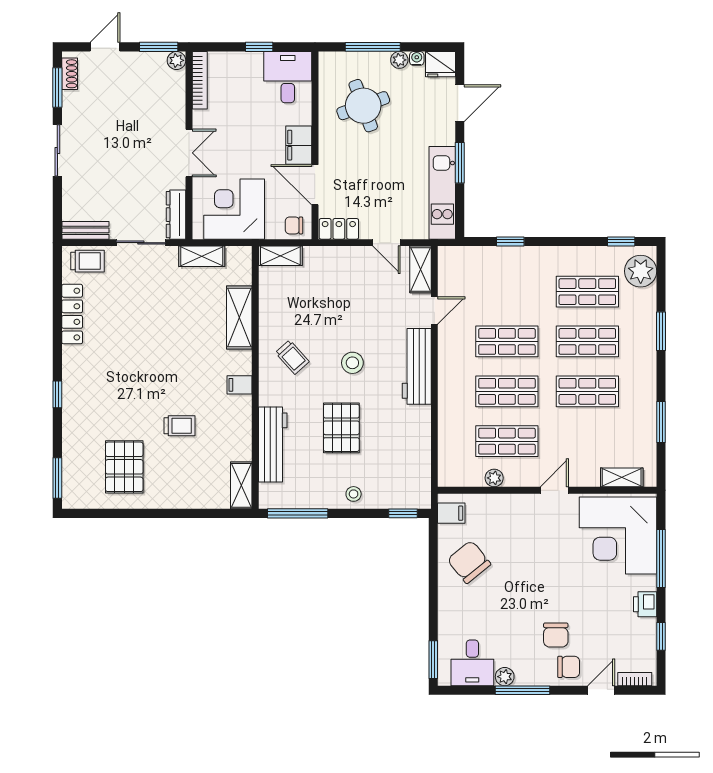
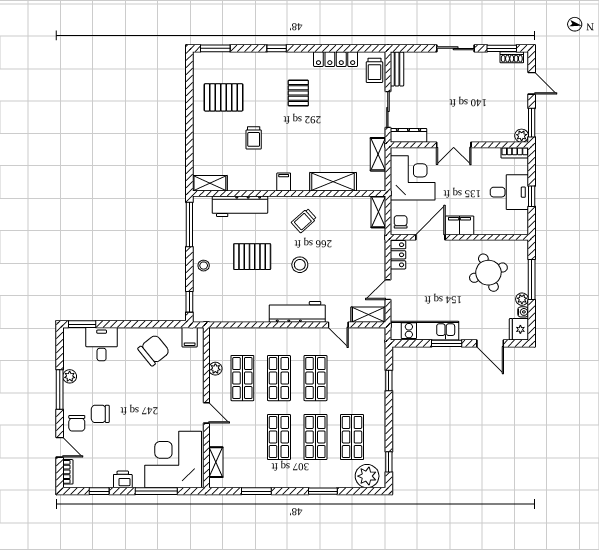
desk: (288, 77) -> (509, 192), moved
bookcase: (200, 80) -> (515, 153), width x0.64
pallet: (118, 365) -> (298, 93), added
desk: (472, 663) -> (102, 344), moved, turned 90

